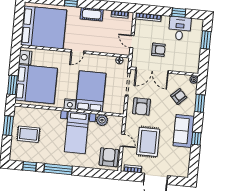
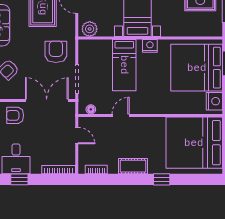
armchair: (158, 50) -> (15, 115), moved
door: (77, 52) -> (121, 115), moved
bed: (91, 91) -> (124, 65), width x0.67
plant: (102, 120) -> (90, 29), moved

